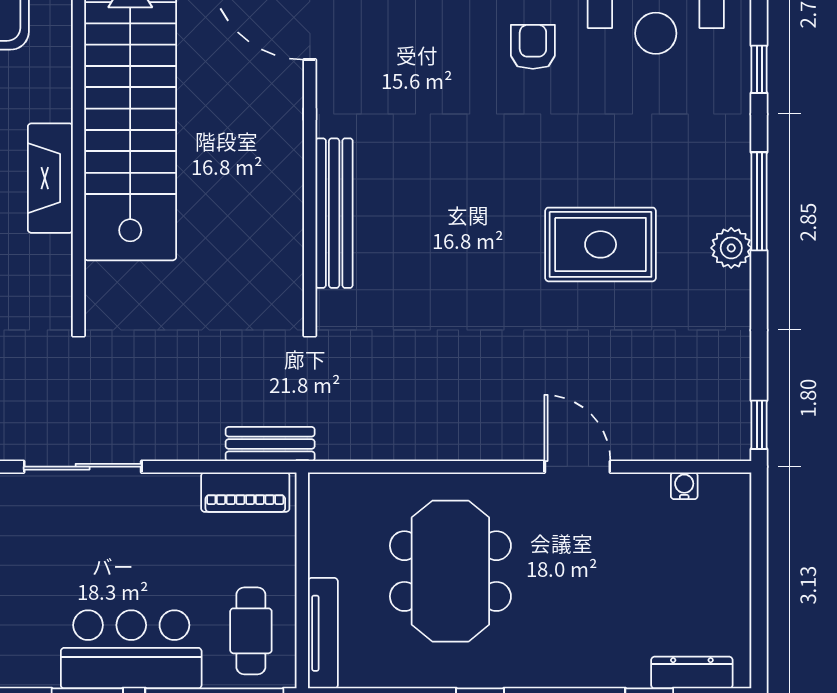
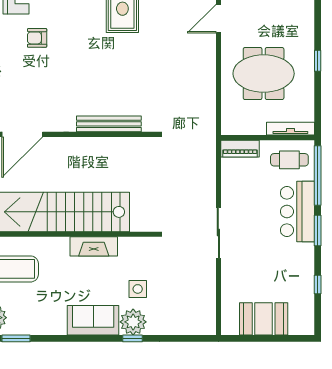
bench: (270, 444) -> (209, 151), removed
piano: (245, 492) -> (240, 149), moved, turned 90

